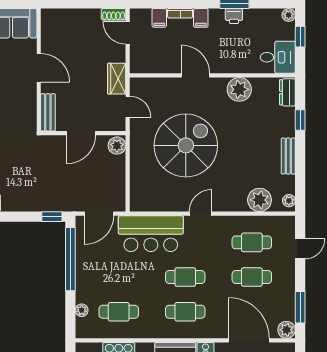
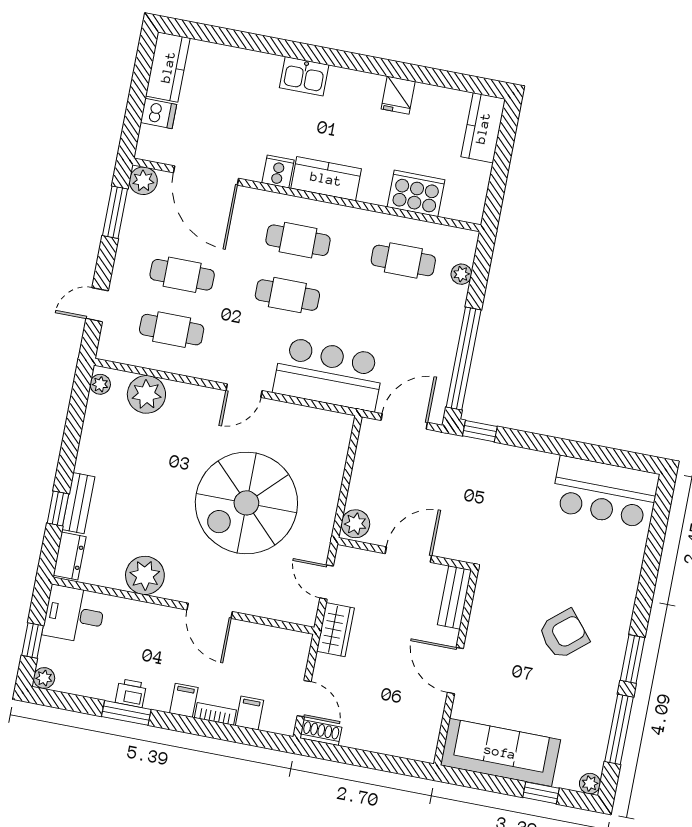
bench: (288, 156) -> (78, 503), moved

